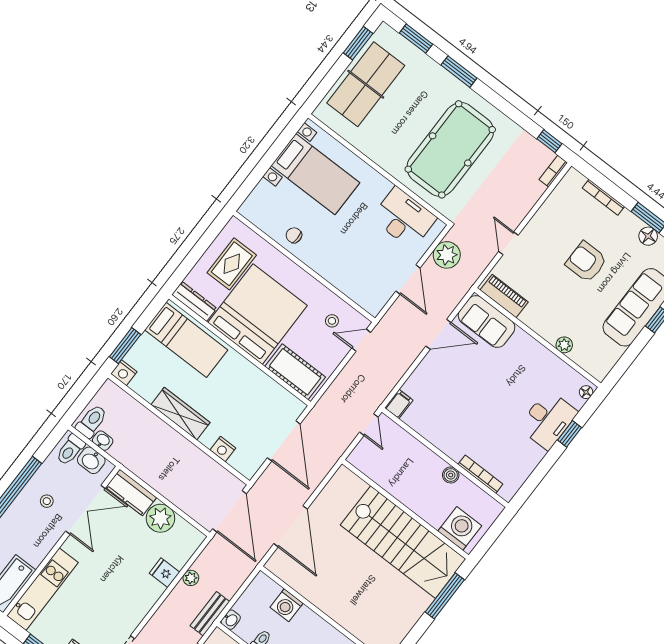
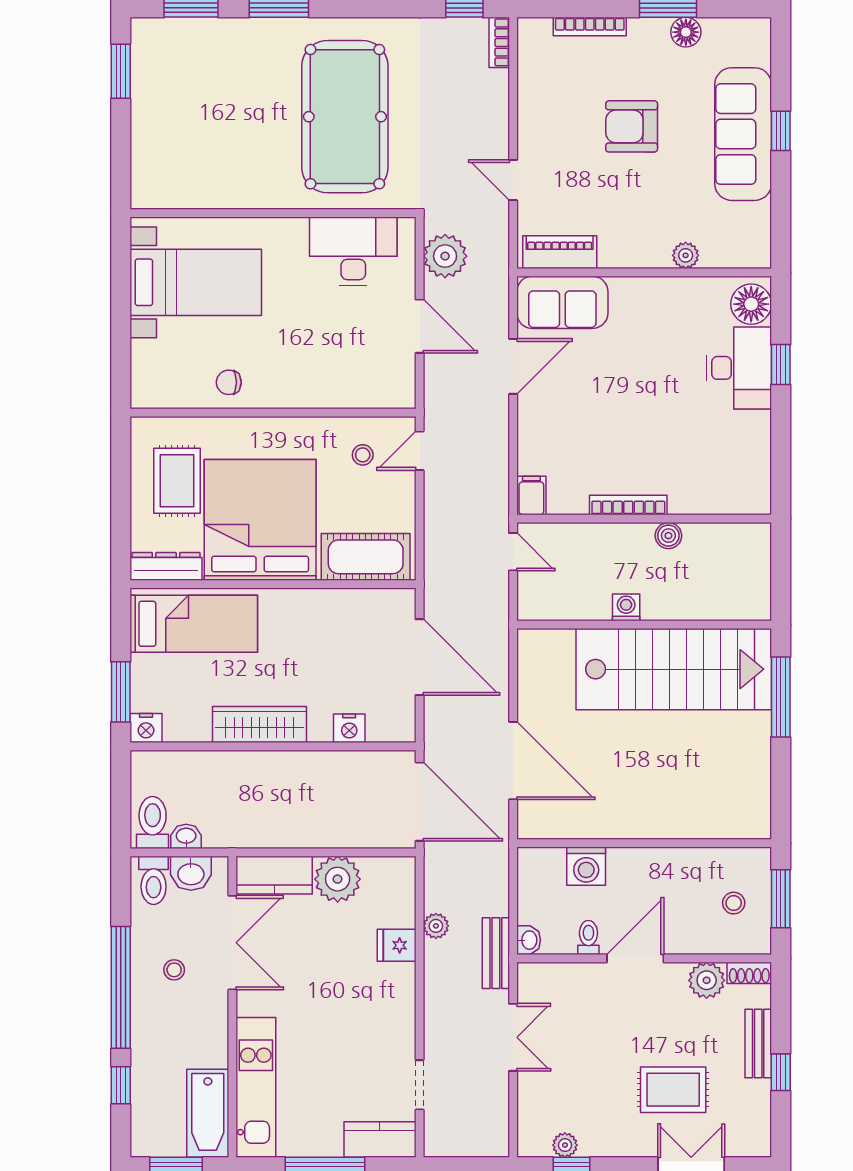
table tennis table: (366, 84) -> (171, 117), removed
floor lamp: (586, 392) -> (751, 304), width x1.89, depth x1.89
bookcase: (480, 474) -> (628, 505), moved
washing machine: (460, 528) -> (626, 607), moved, width x0.53, depth x0.53

